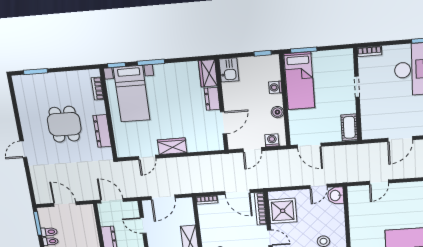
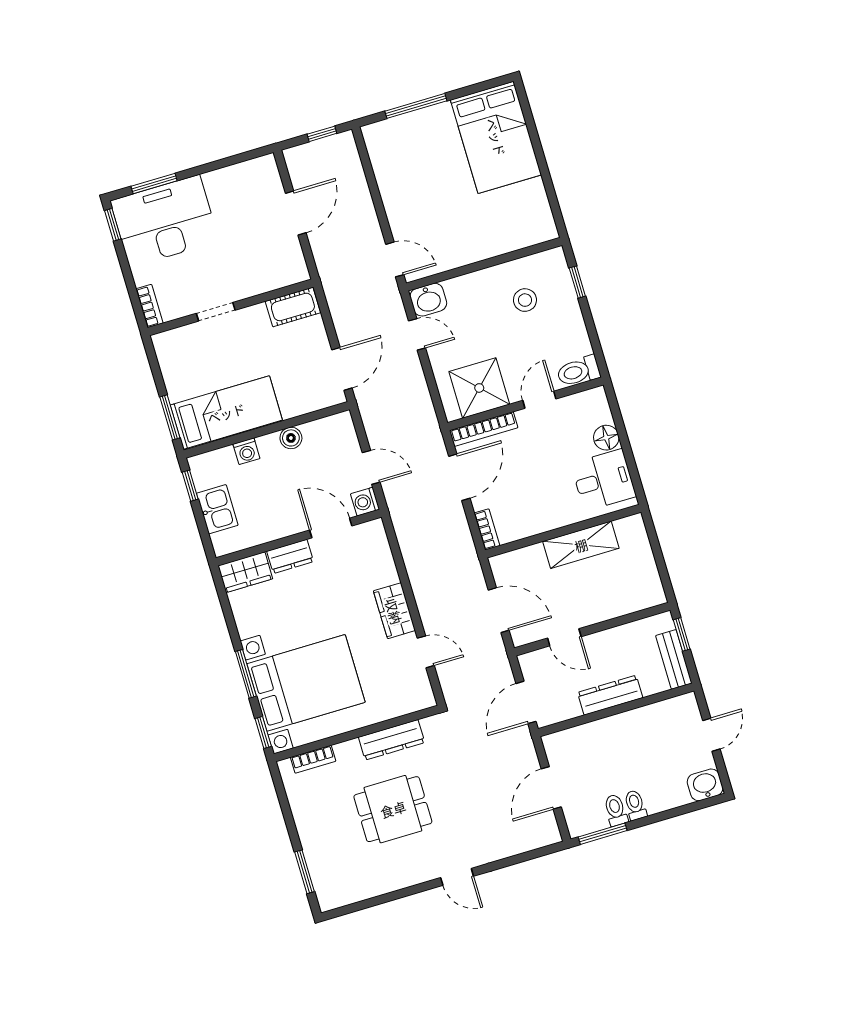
kitchen sink: (229, 70) -> (217, 509), moved, turned 90
bed with nightstands: (132, 94) -> (306, 683), width x1.36
door: (400, 139) -> (296, 213), hinge flipped
washing machine: (272, 140) -> (365, 502), moved
door: (379, 182) -> (395, 259), moved
door: (143, 225) -> (564, 637), hinge flipped

